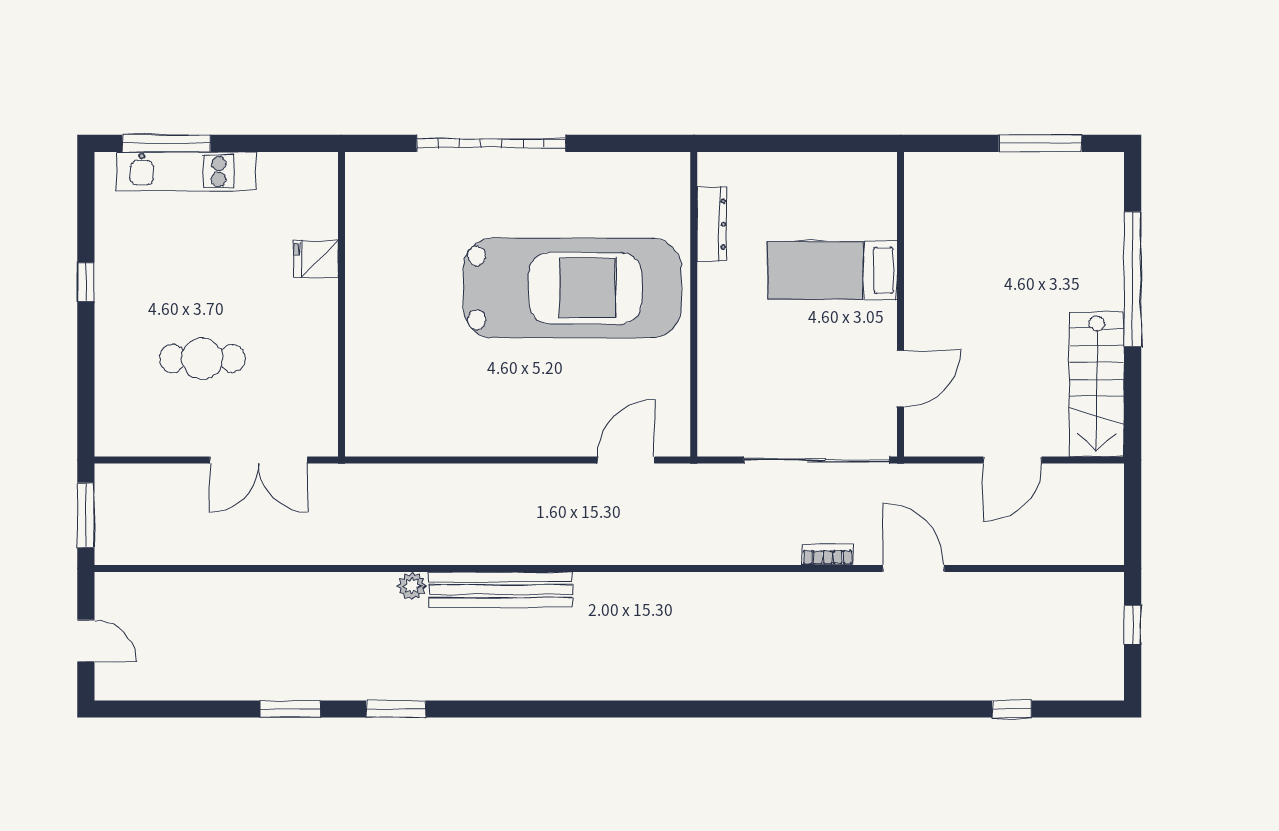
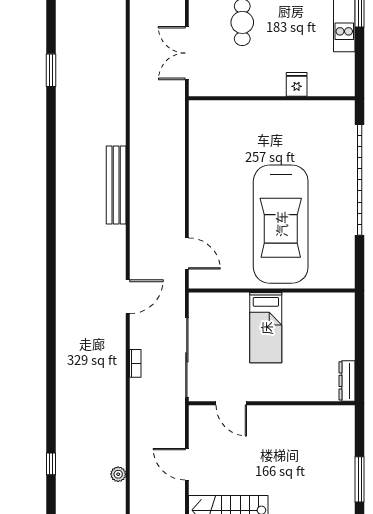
garage door: (491, 143) -> (360, 180), width x1.36
dresser: (712, 224) -> (347, 381), moved, turned 90
bed: (832, 270) -> (266, 328), moved, turned 180
door: (913, 568) -> (128, 297), moved
plant: (412, 586) -> (118, 474), moved
window: (396, 709) -> (51, 128), removed

